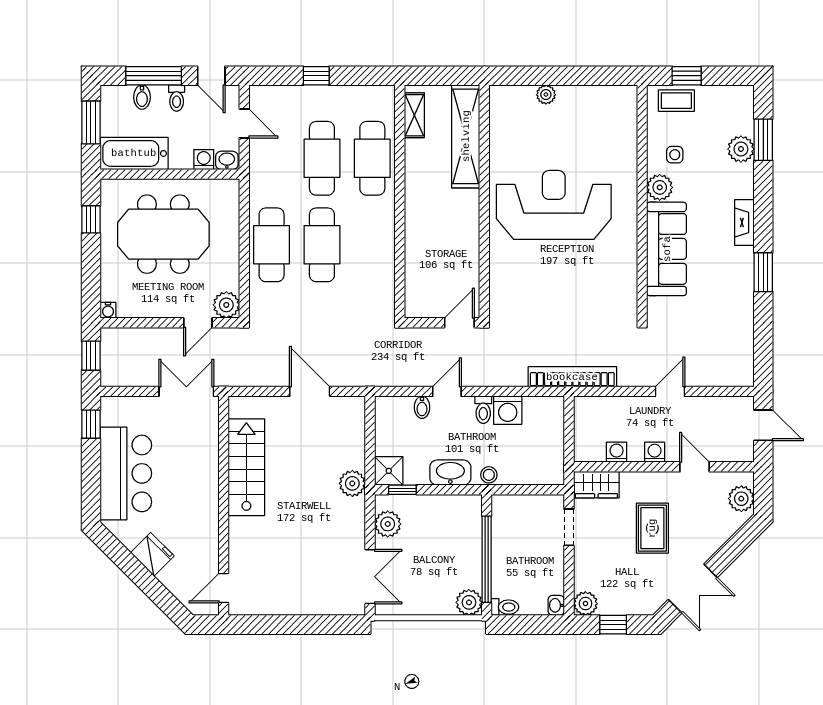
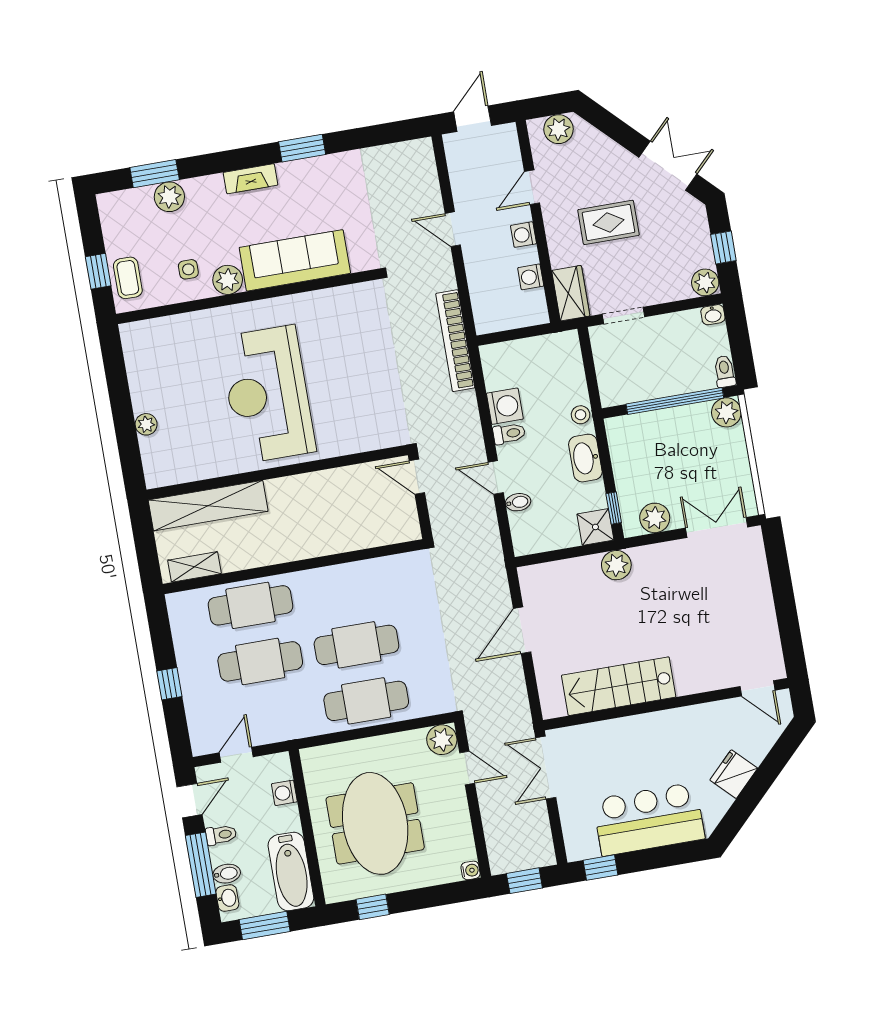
washbasin: (227, 160) -> (227, 898), moved, turned 180

